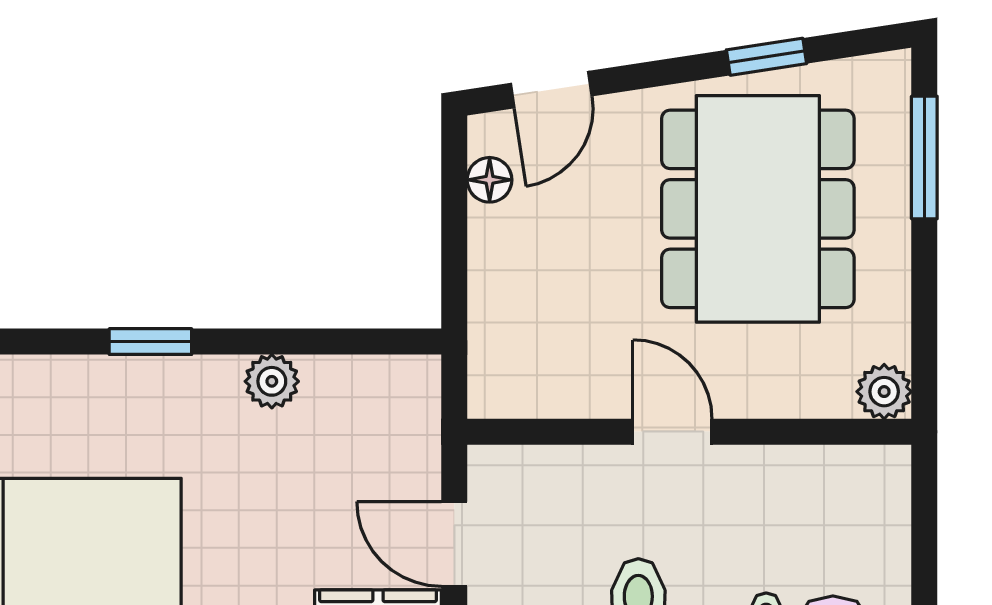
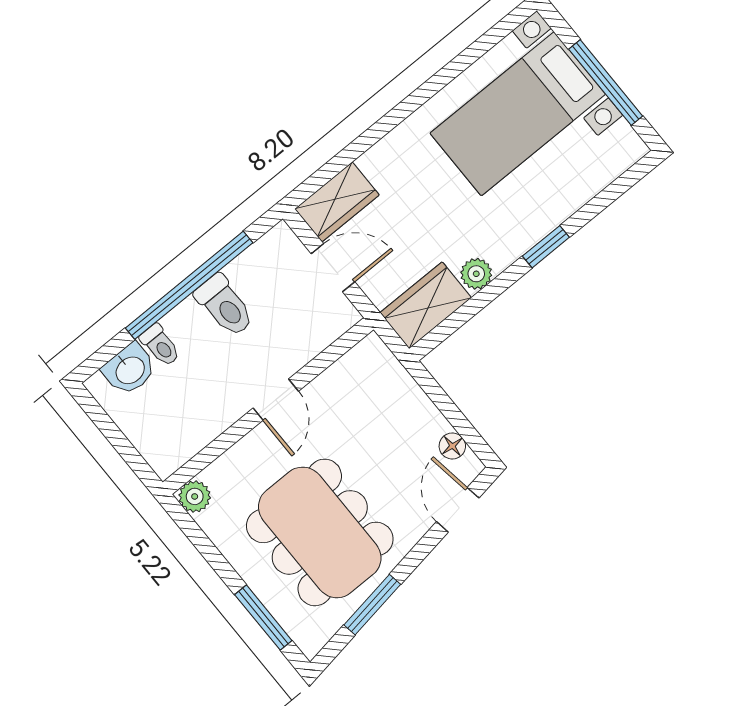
window: (767, 57) -> (372, 605), width x1.50
wardrobe: (373, 394) -> (426, 305), added
door: (672, 432) -> (276, 400), hinge flipped

